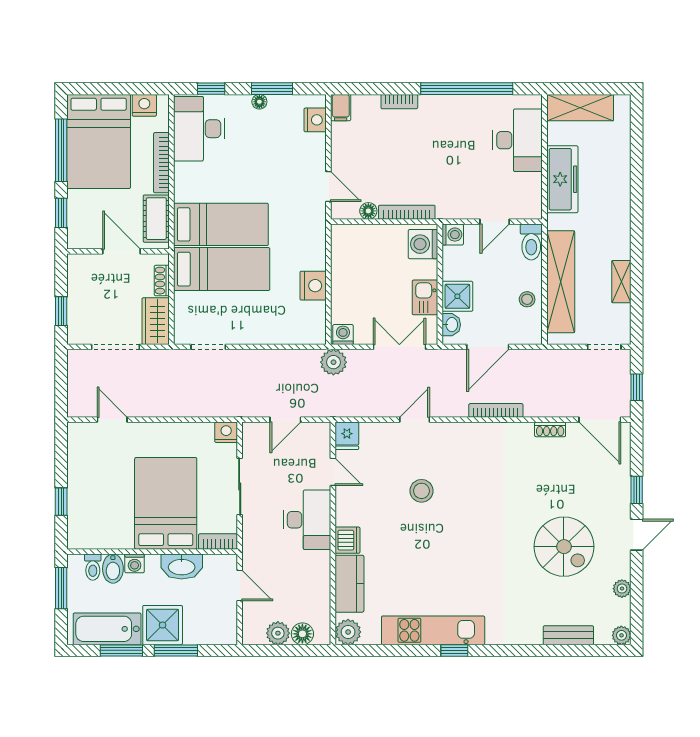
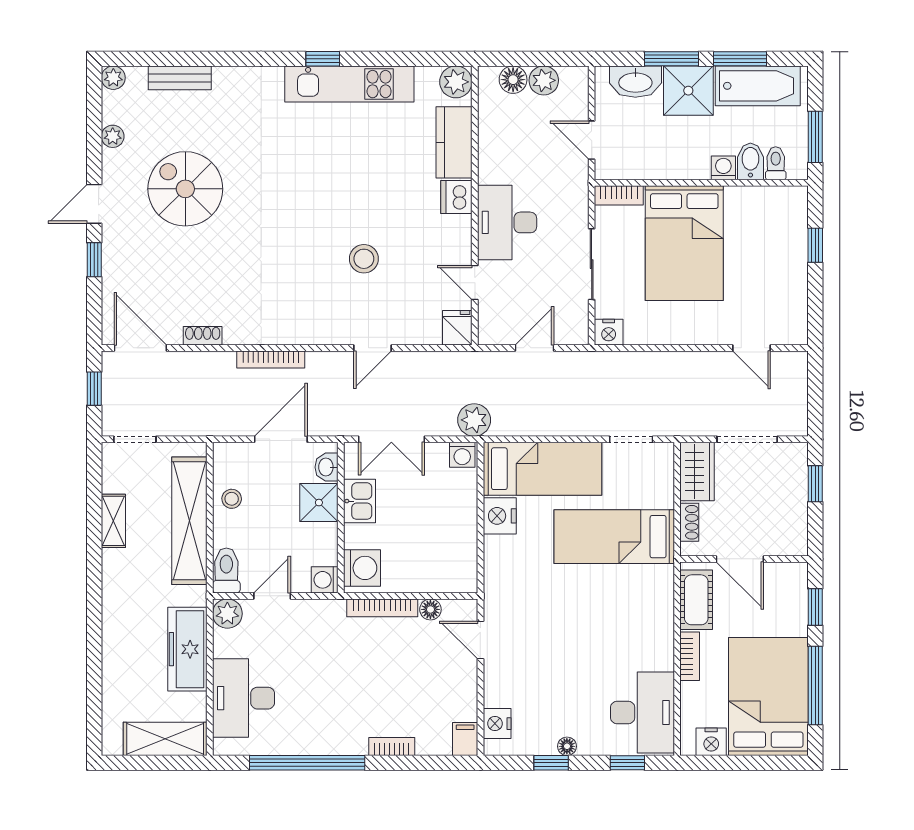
window: (272, 89) -> (551, 763), width x0.67
bookcase: (161, 163) -> (690, 656), width x0.64
plant: (530, 208) -> (227, 614), added
bed: (221, 224) -> (543, 469), moved, turned 180
washbasin: (182, 566) -> (635, 82), moved, turned 180

